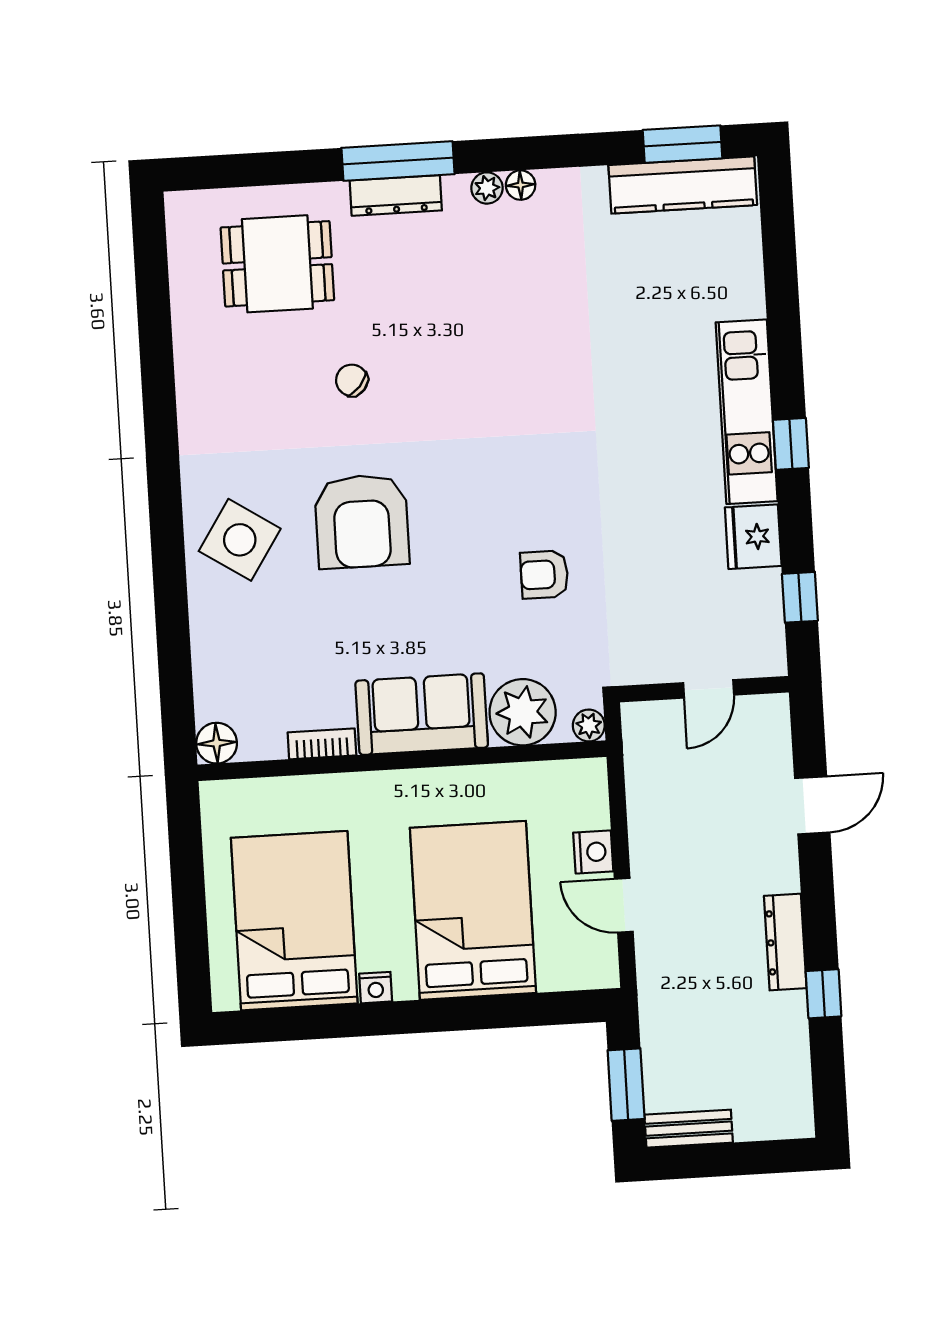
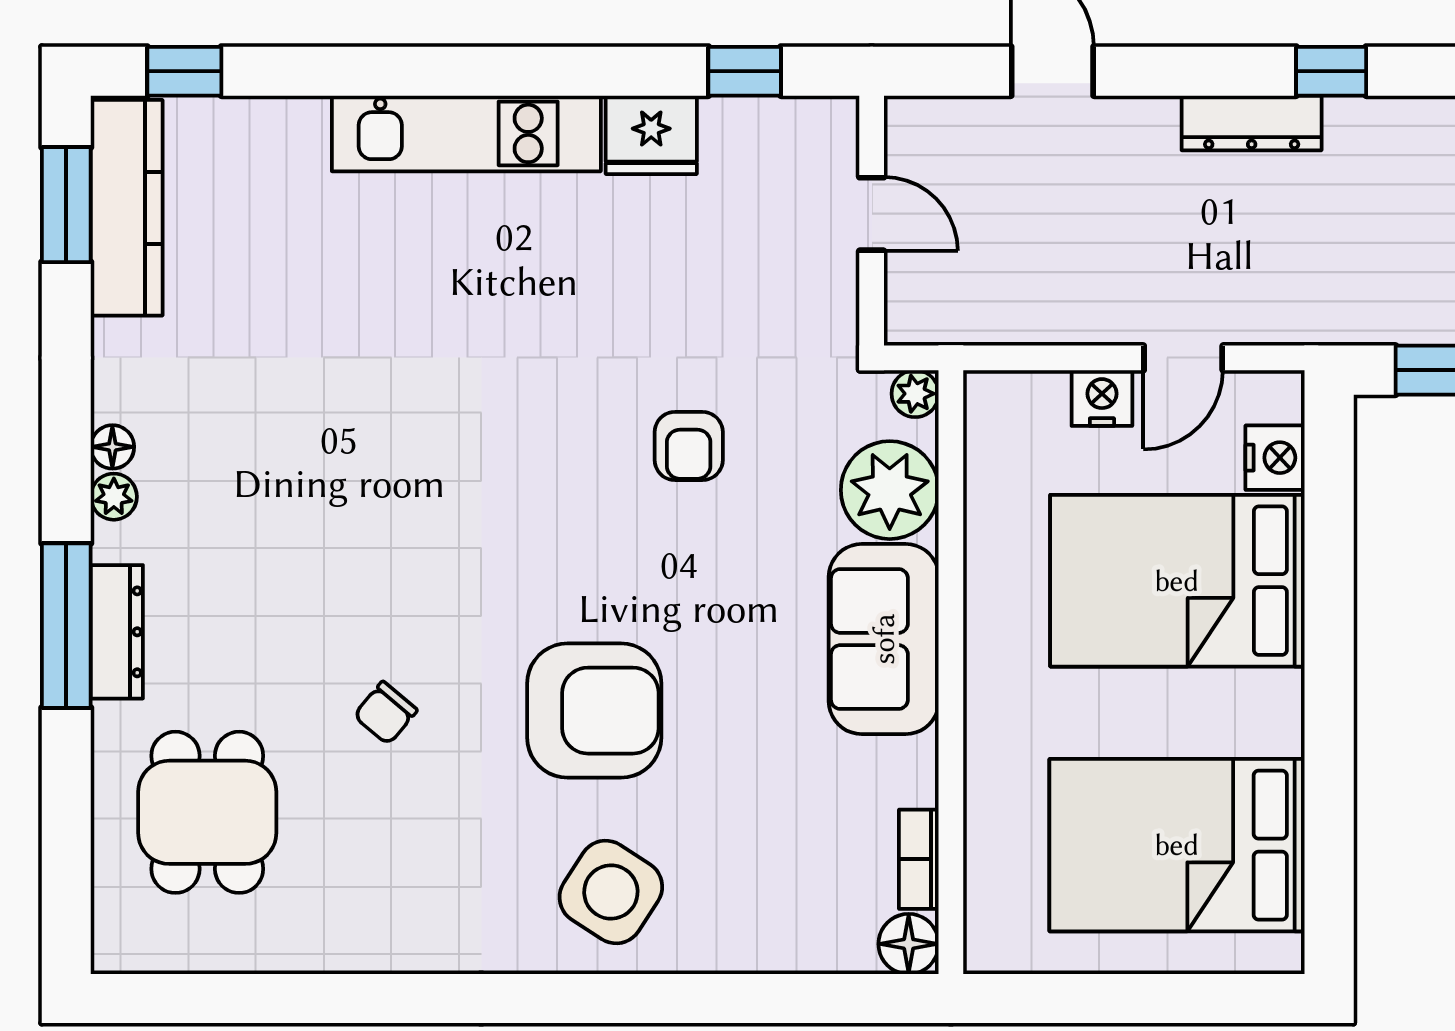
window: (791, 444) -> (184, 71), moved
bookcase: (322, 744) -> (919, 859), moved
nightstand: (376, 988) -> (1275, 458), moved, width x1.39, depth x1.35

